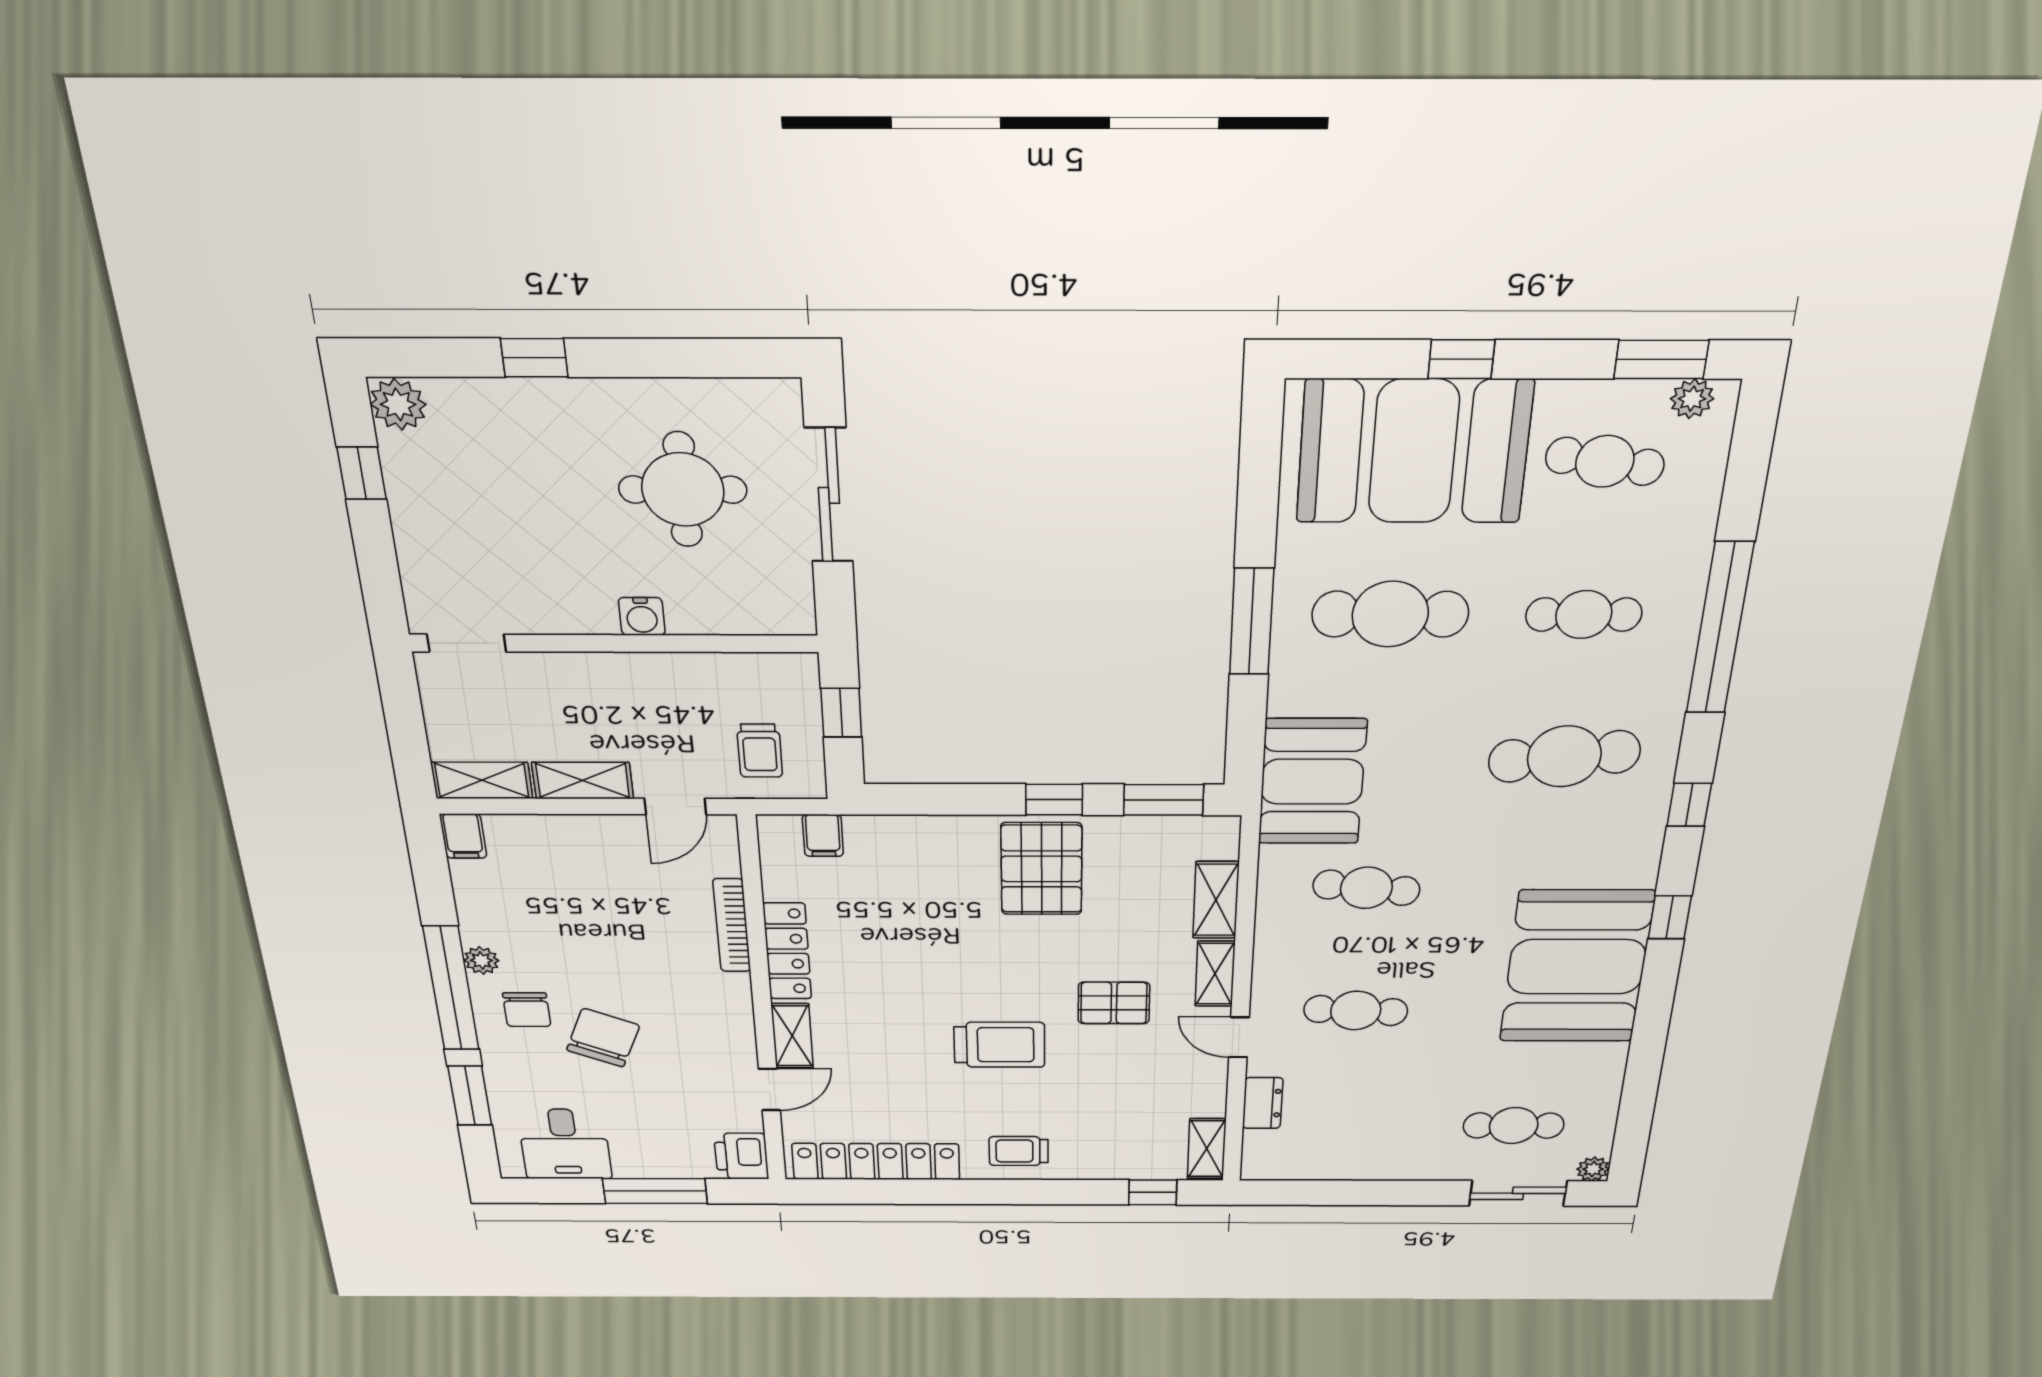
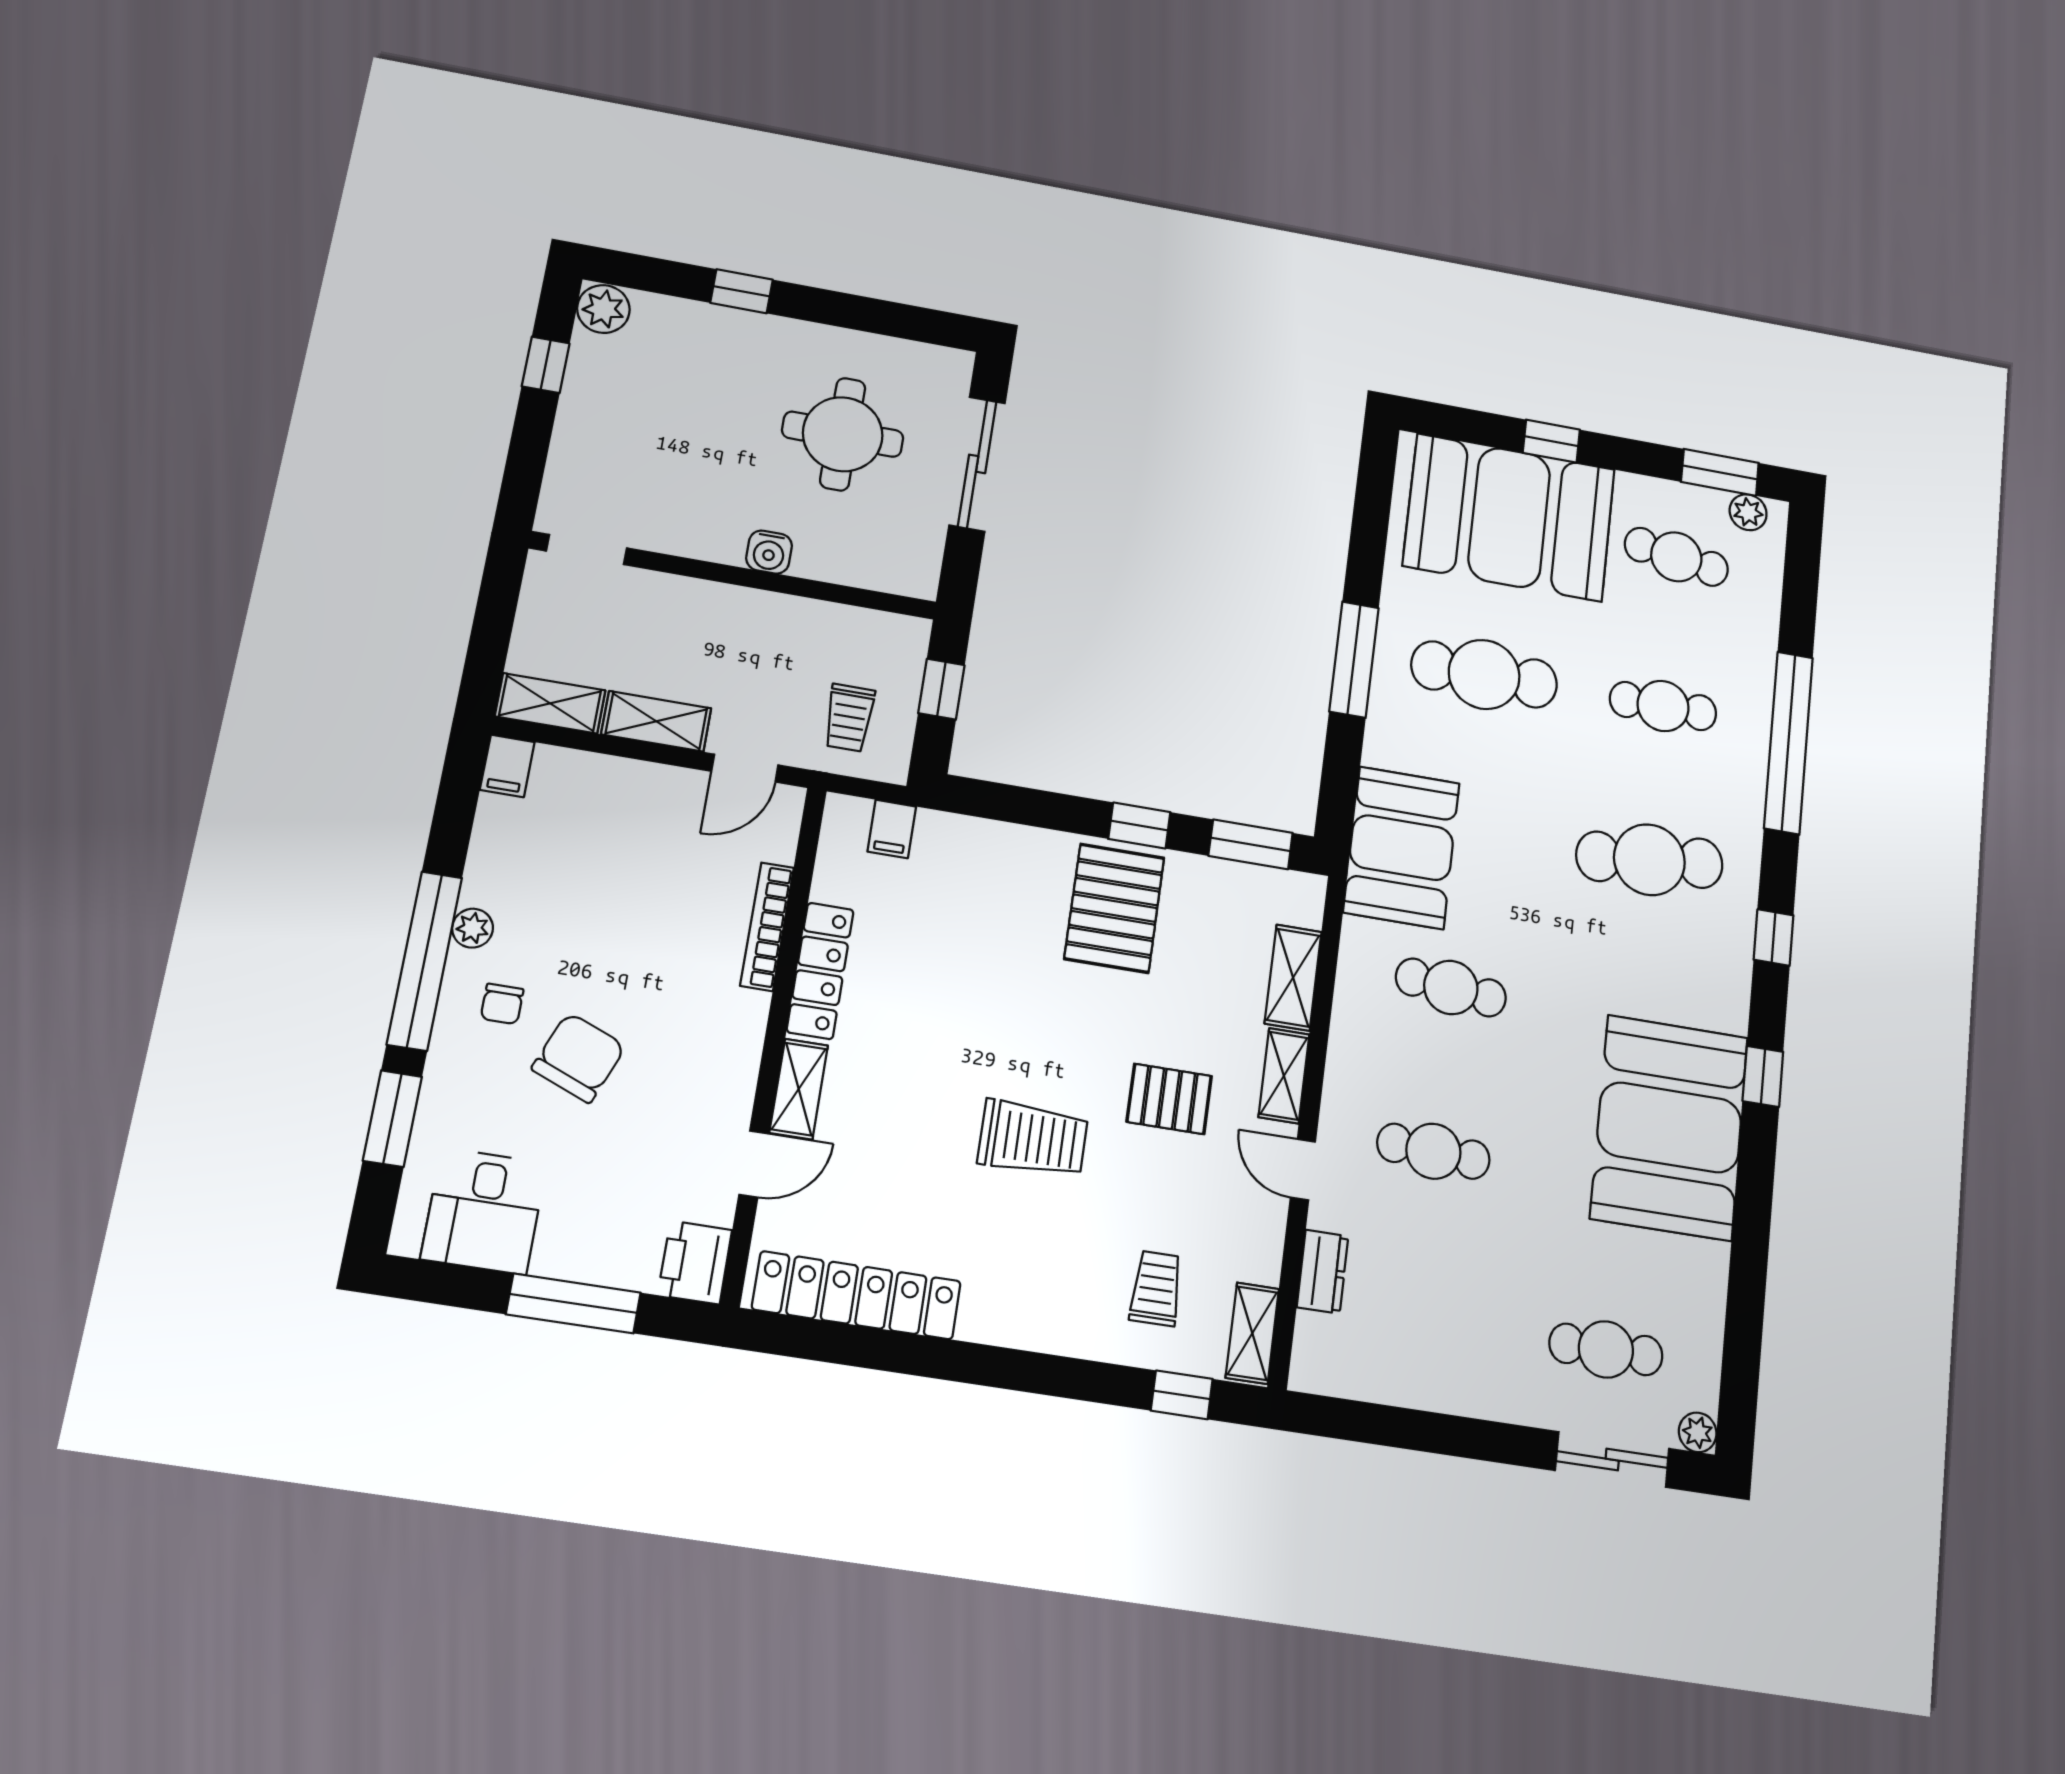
chair: (527, 1010) -> (502, 1004), width x0.73, depth x0.73
trolley: (1019, 1151) -> (1156, 1288), moved, turned 90

